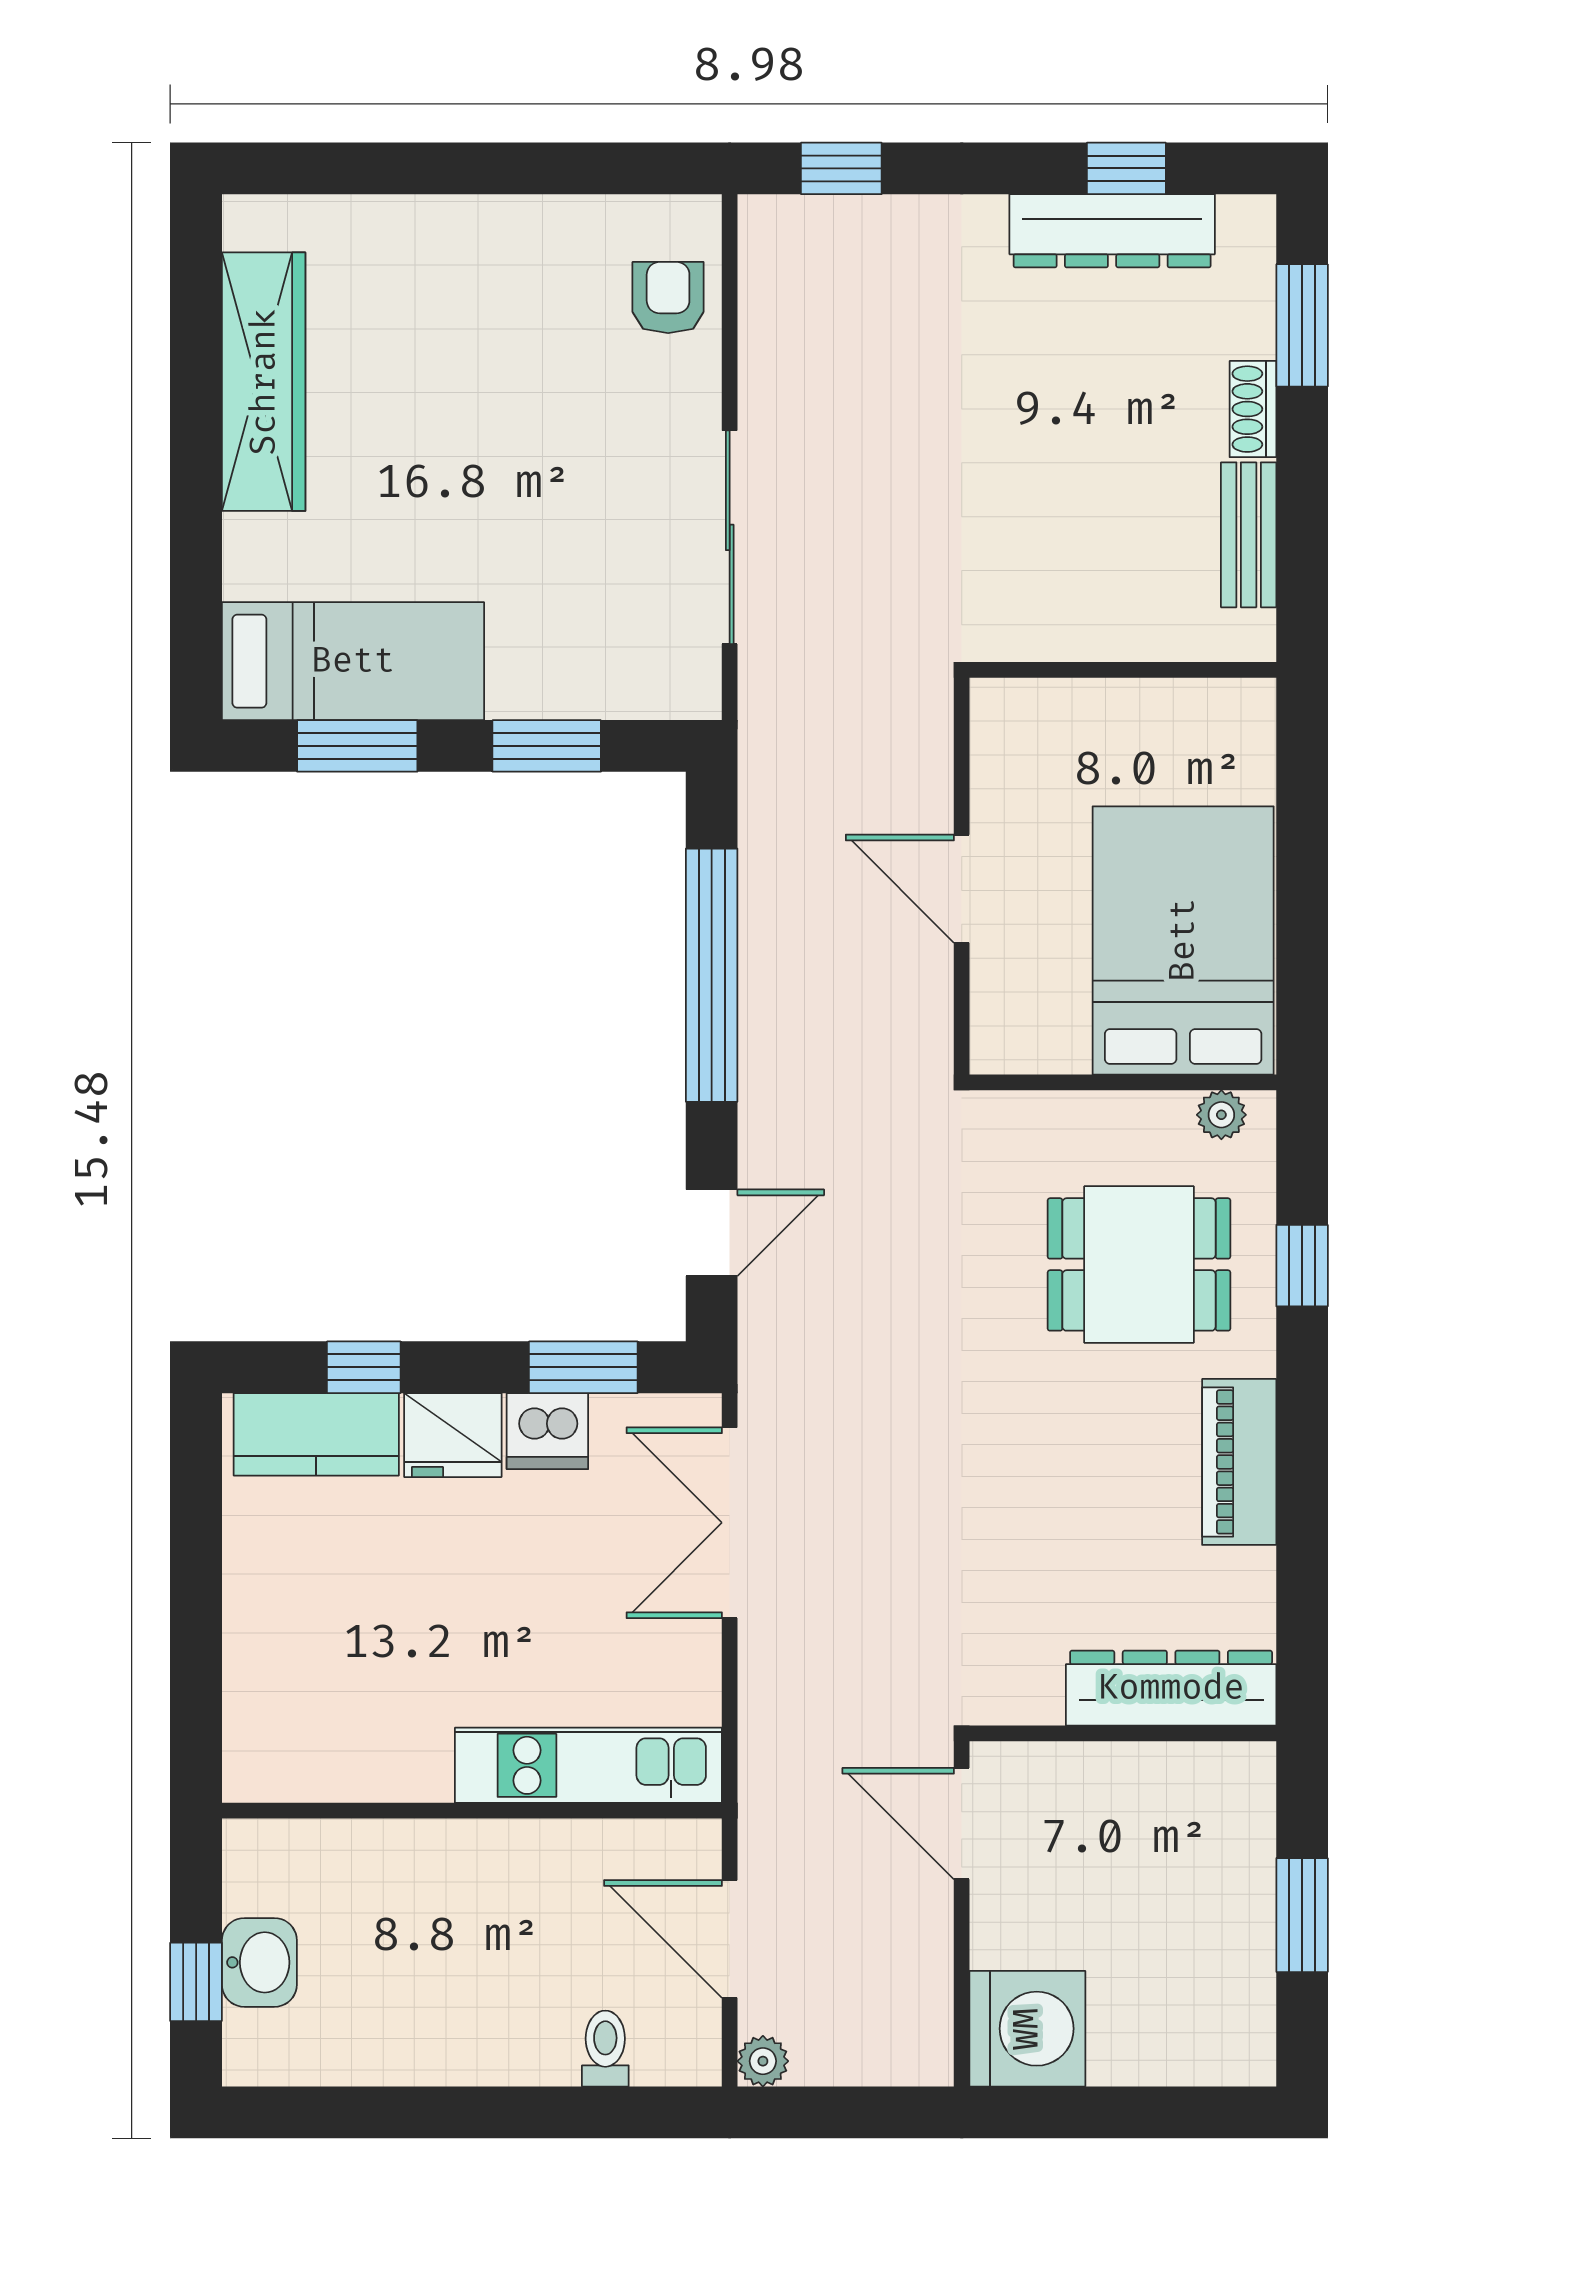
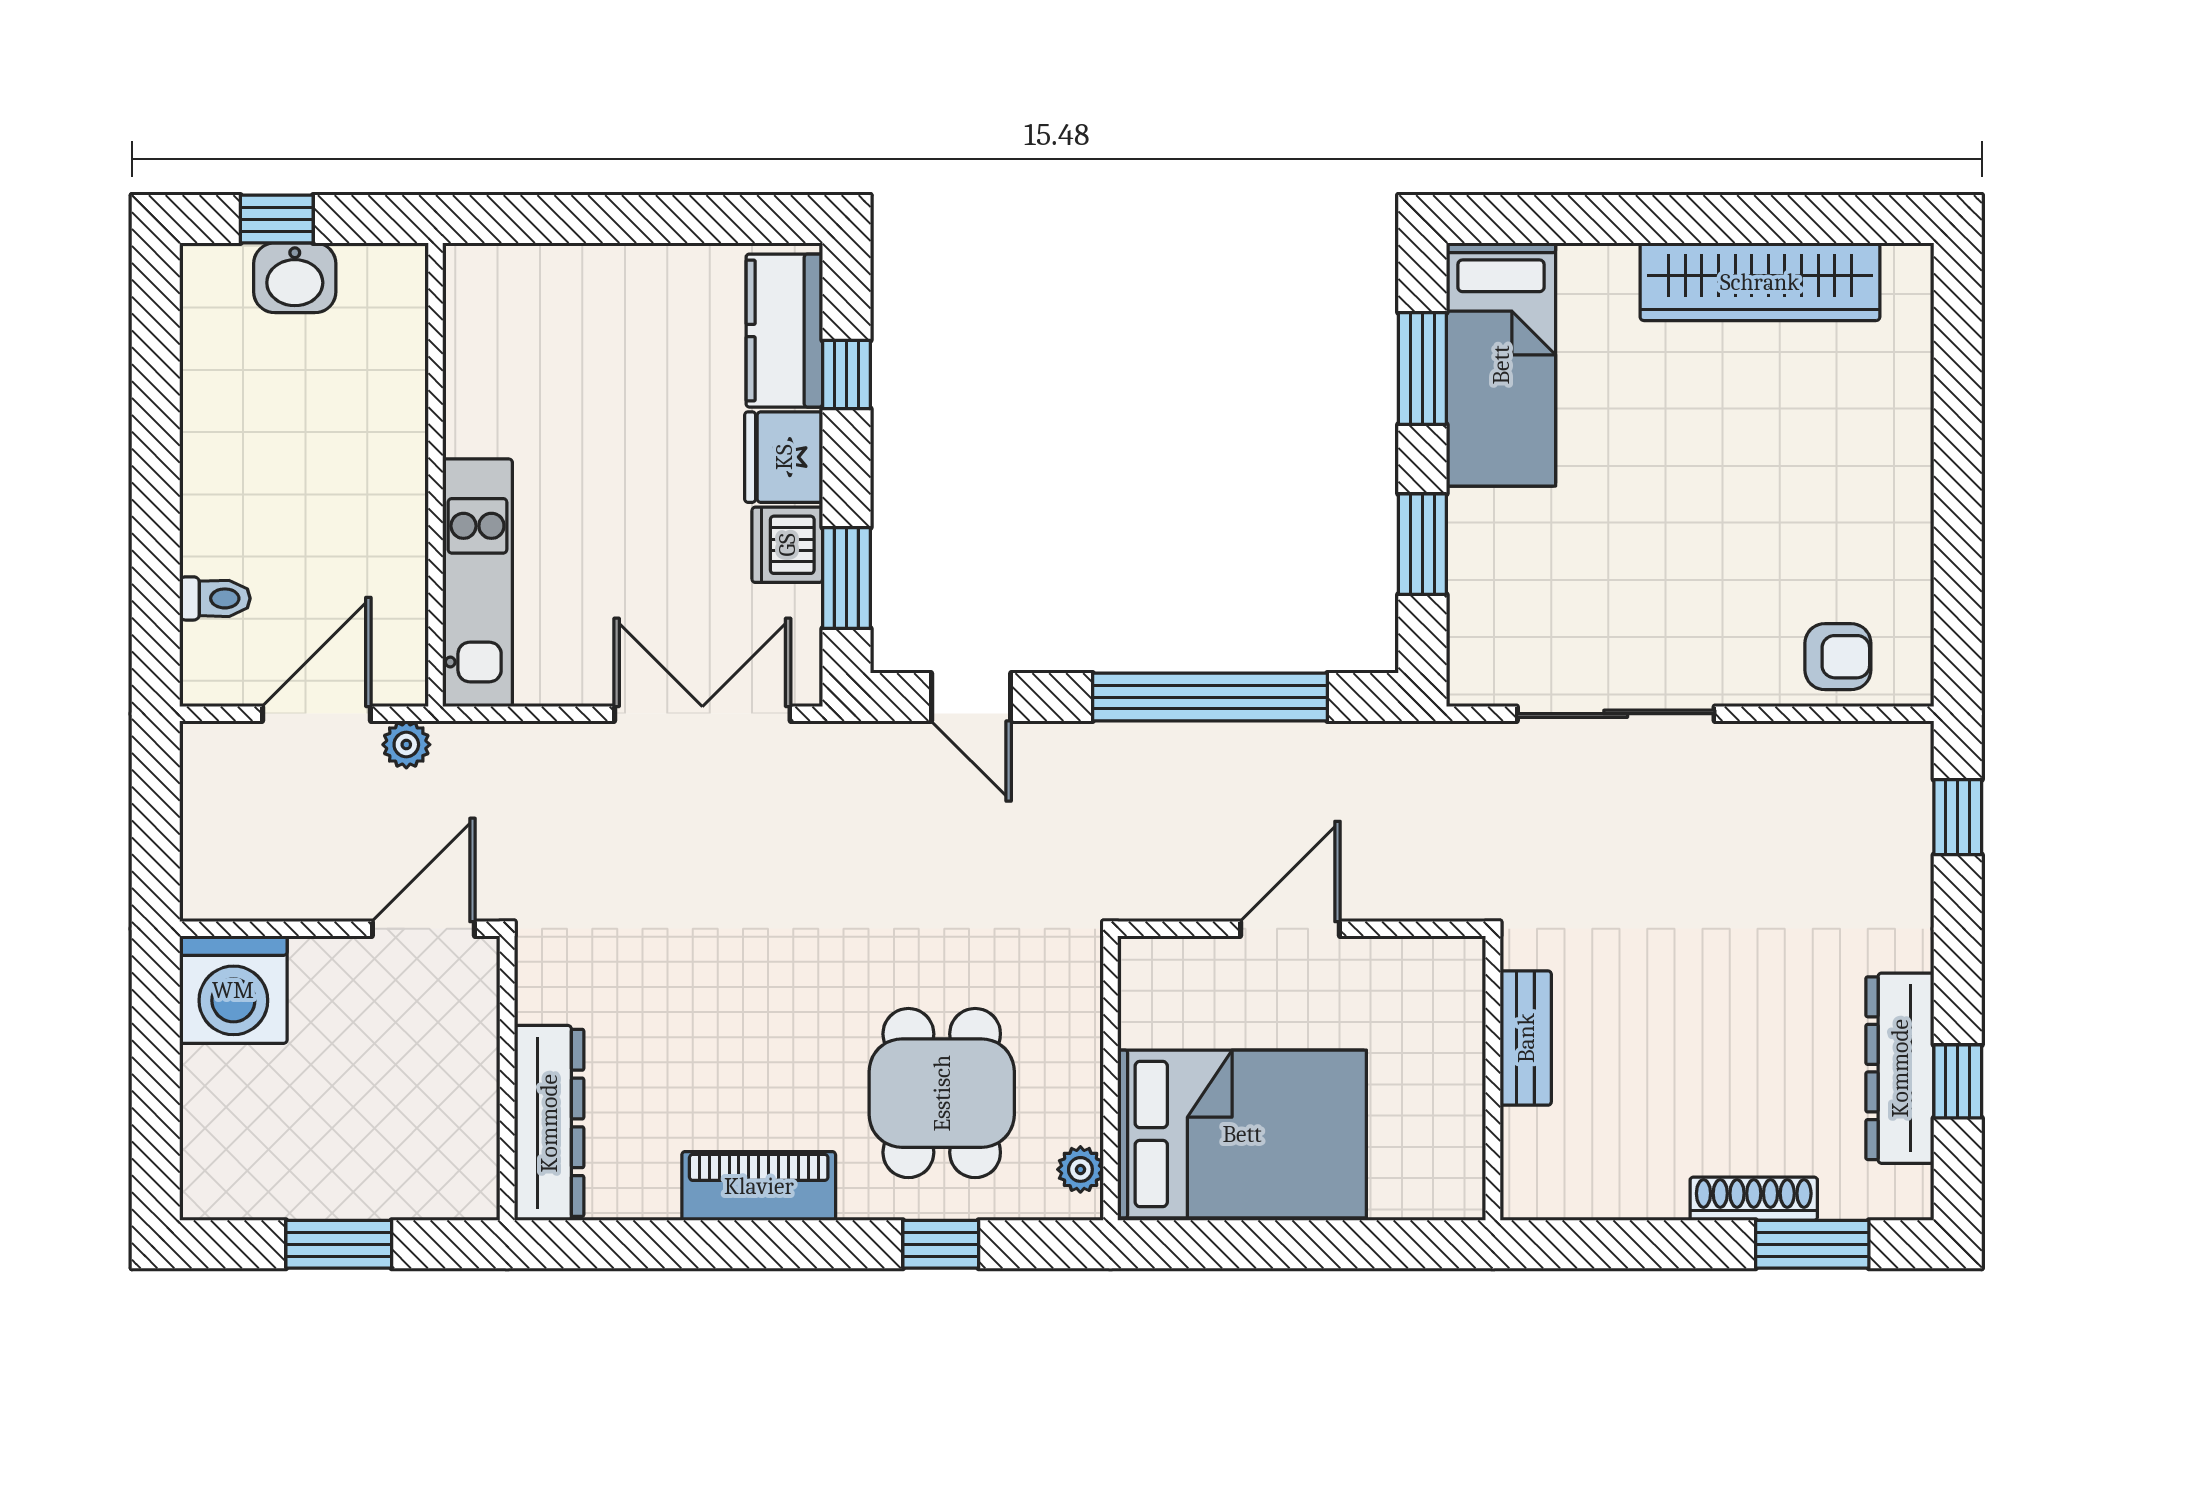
shoe rack: (1253, 409) -> (1754, 1199), width x1.43
bench: (1249, 535) -> (1526, 1038), moved, turned 90
plant: (763, 2061) -> (406, 745), moved

